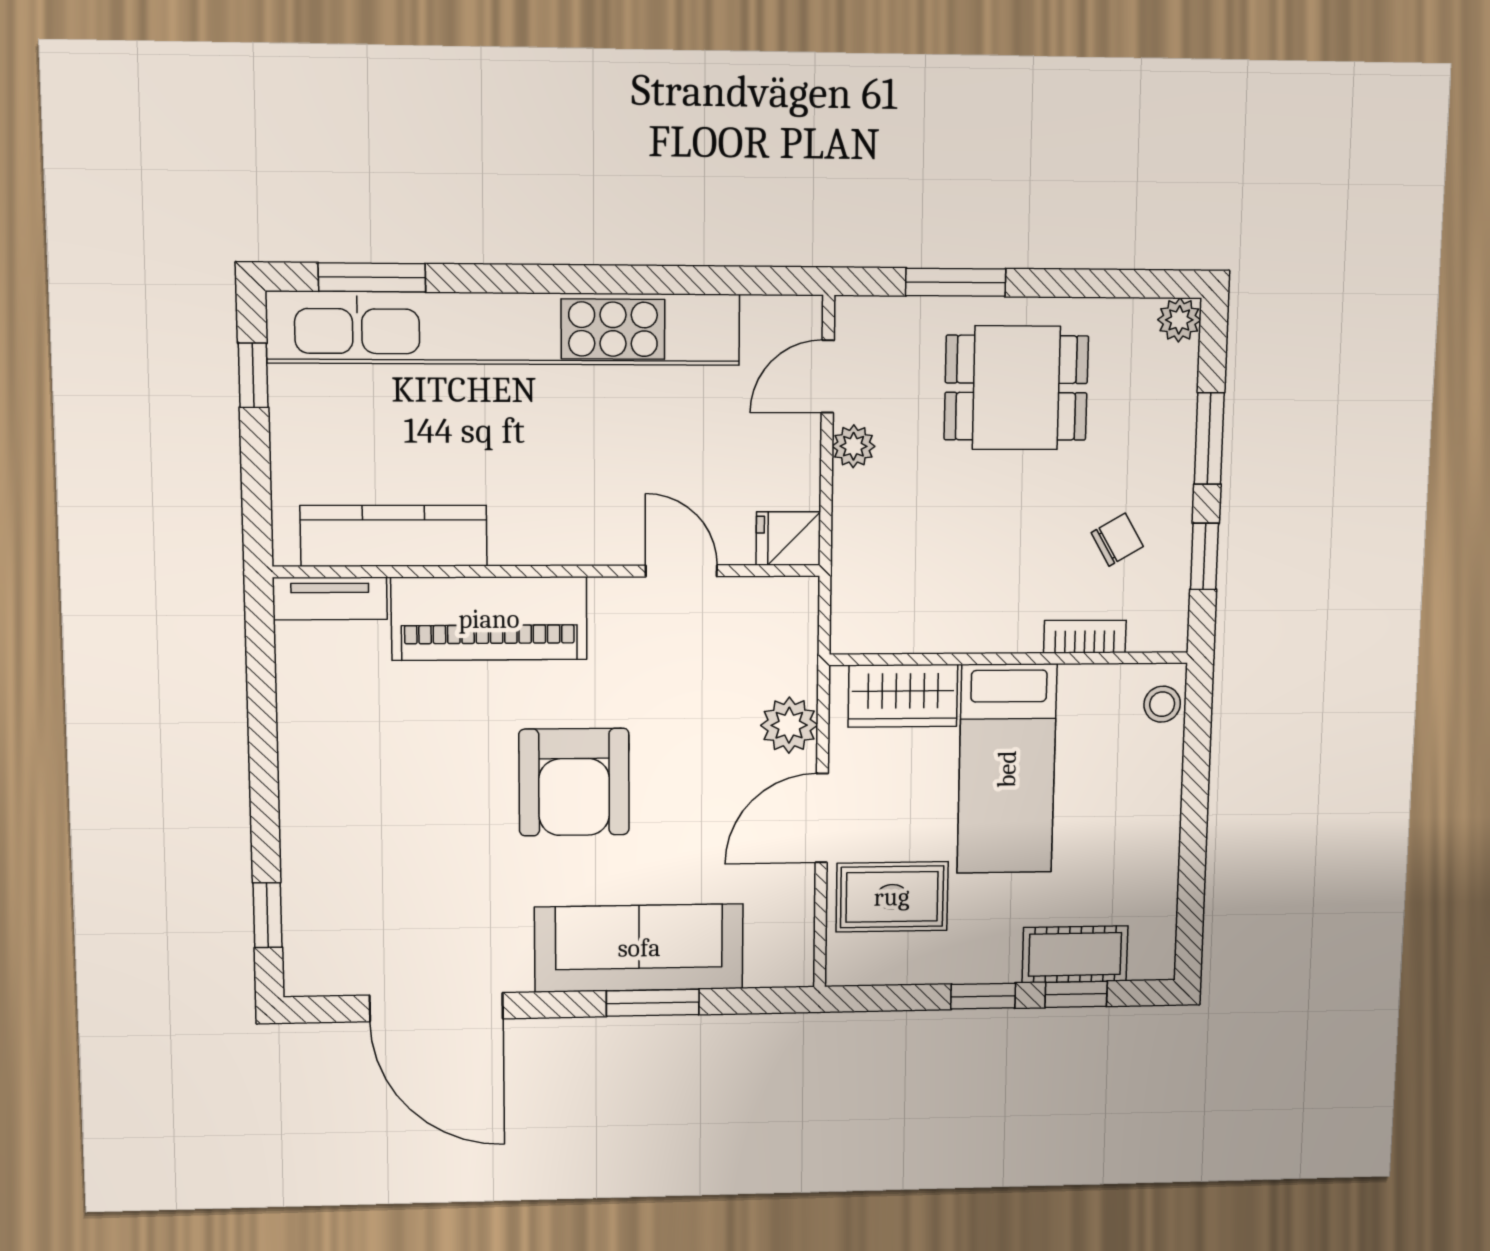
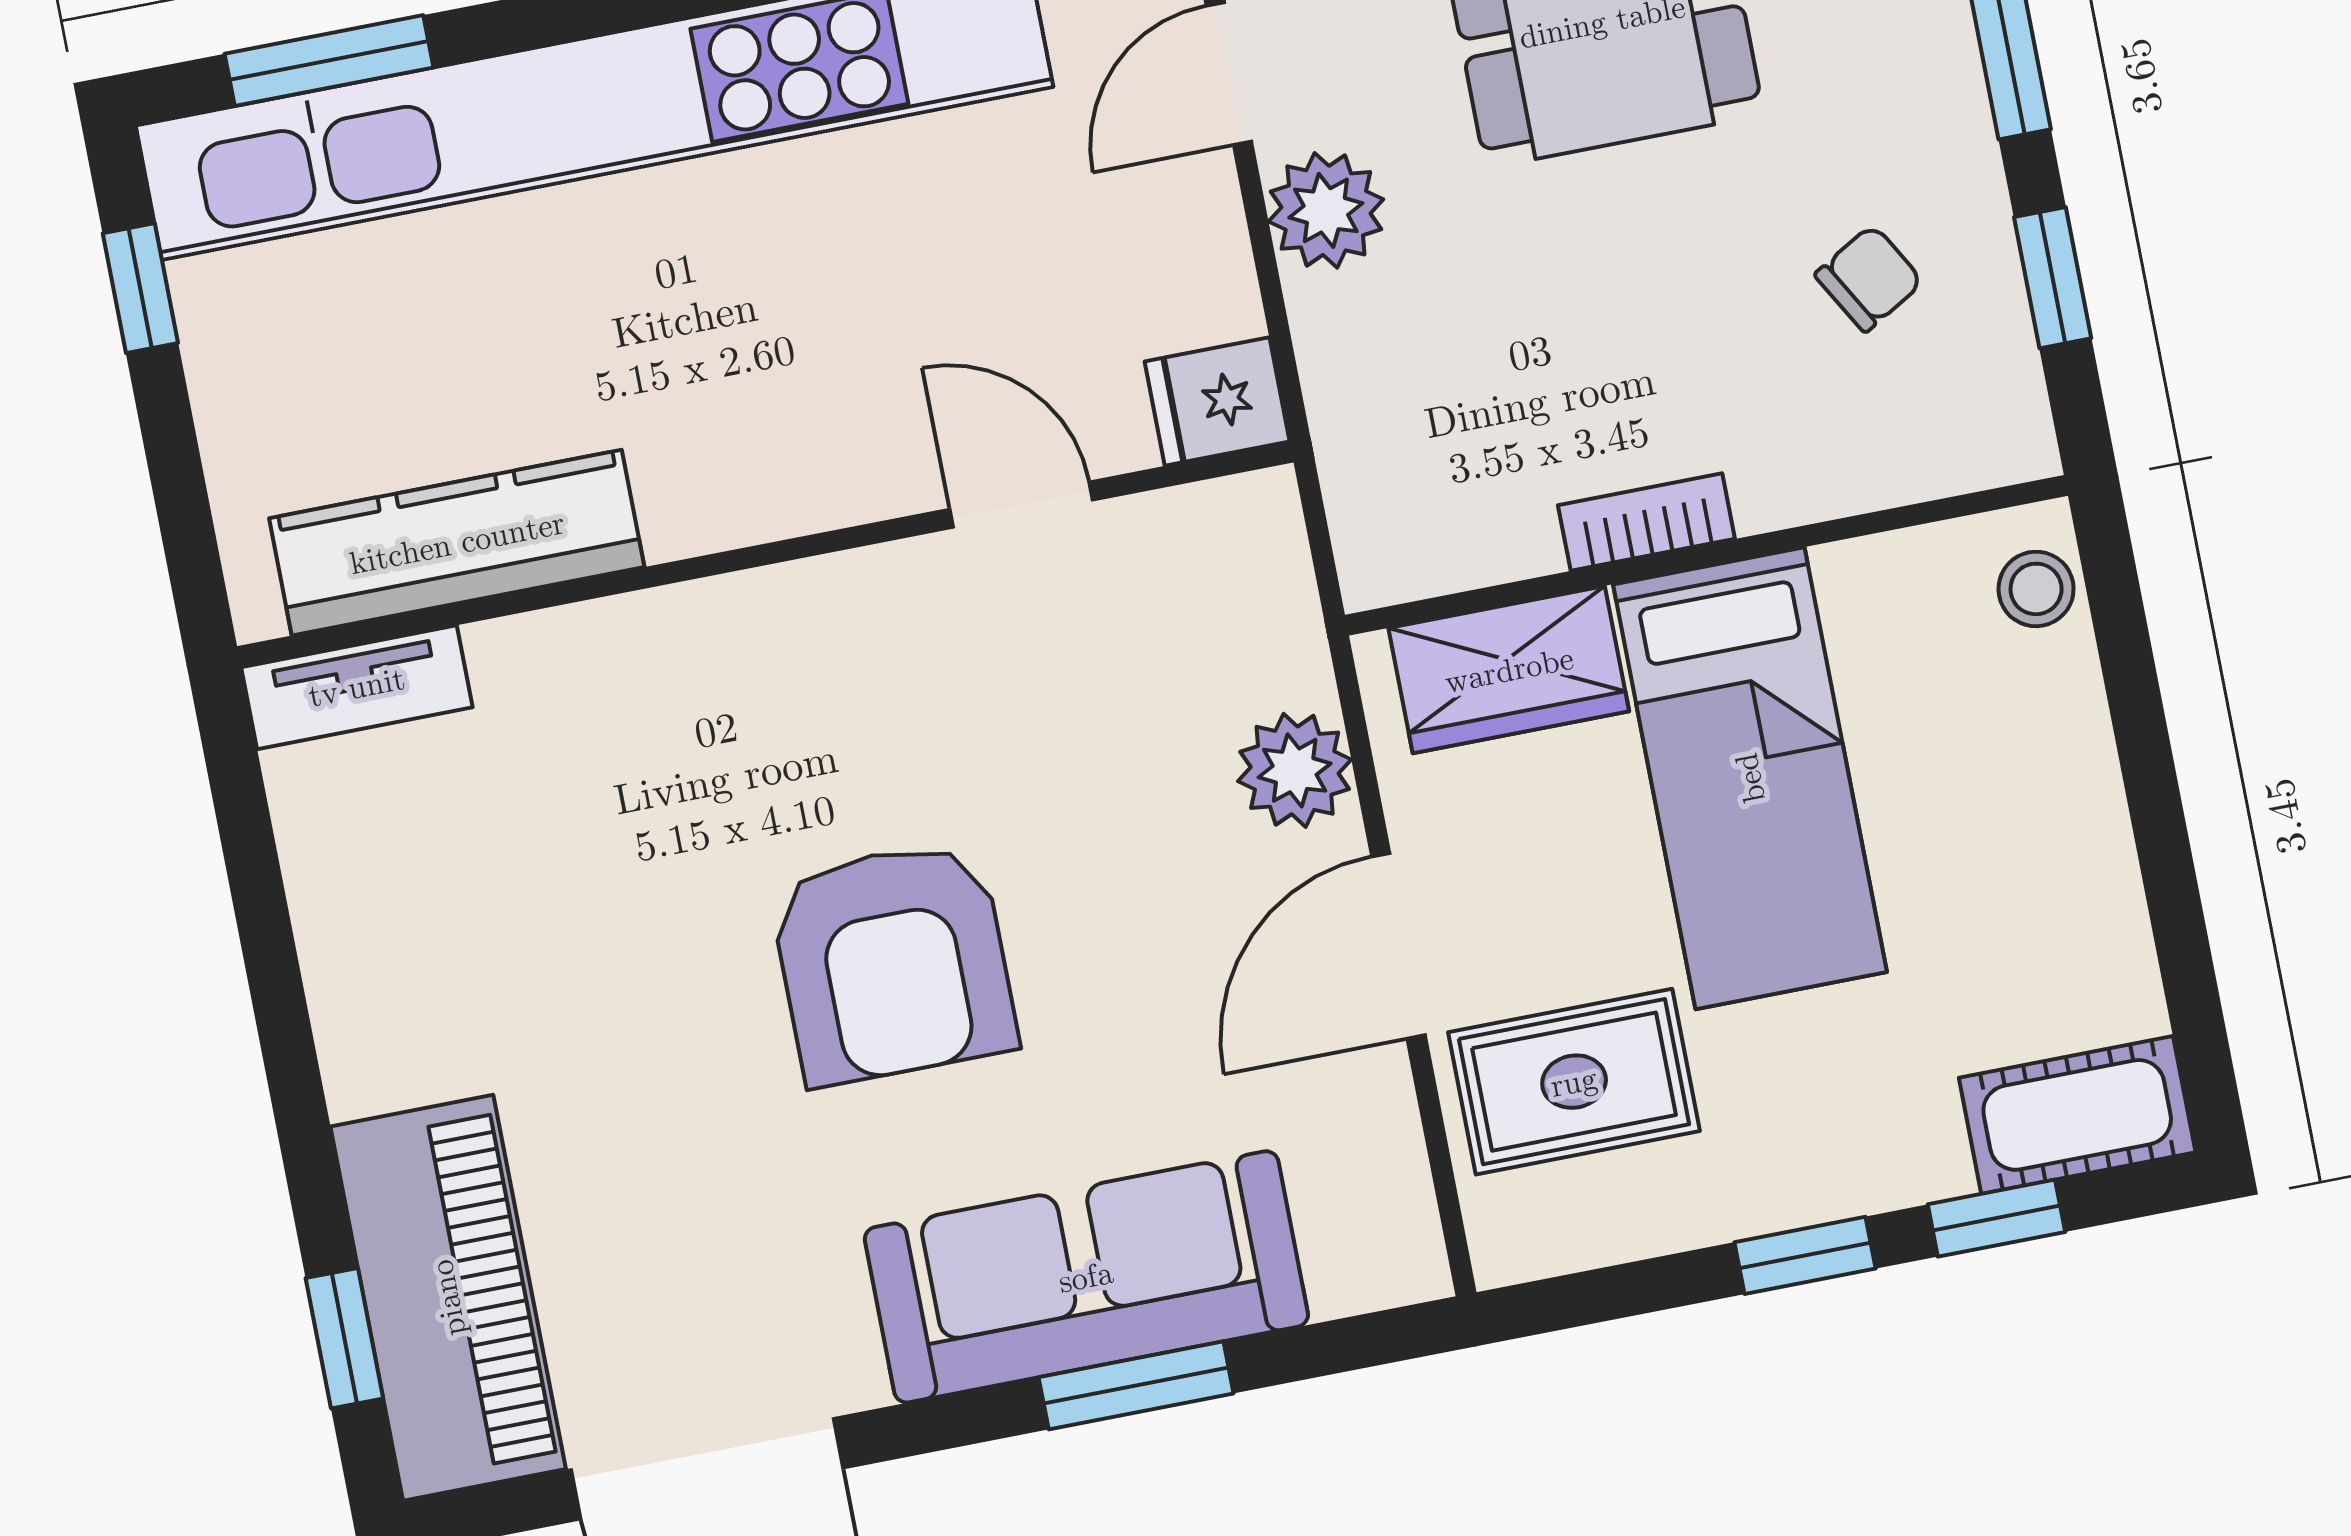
plant: (854, 446) -> (1326, 210), width x1.38, depth x1.38
piano: (489, 619) -> (448, 1298), moved, turned -90
bookcase: (1085, 637) -> (1646, 522), moved
cot: (1075, 954) -> (2077, 1115), moved

